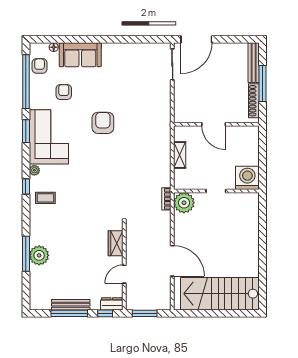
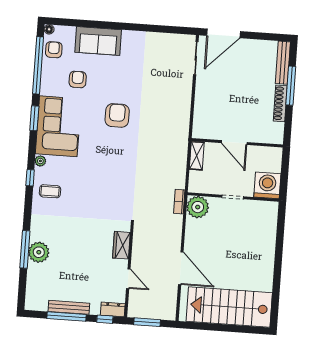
floor lamp: (54, 47) -> (49, 29), moved
door: (214, 124) -> (234, 143), moved
wall: (216, 124) -> (237, 143), moved
door: (124, 274) -> (128, 279), swing flipped

